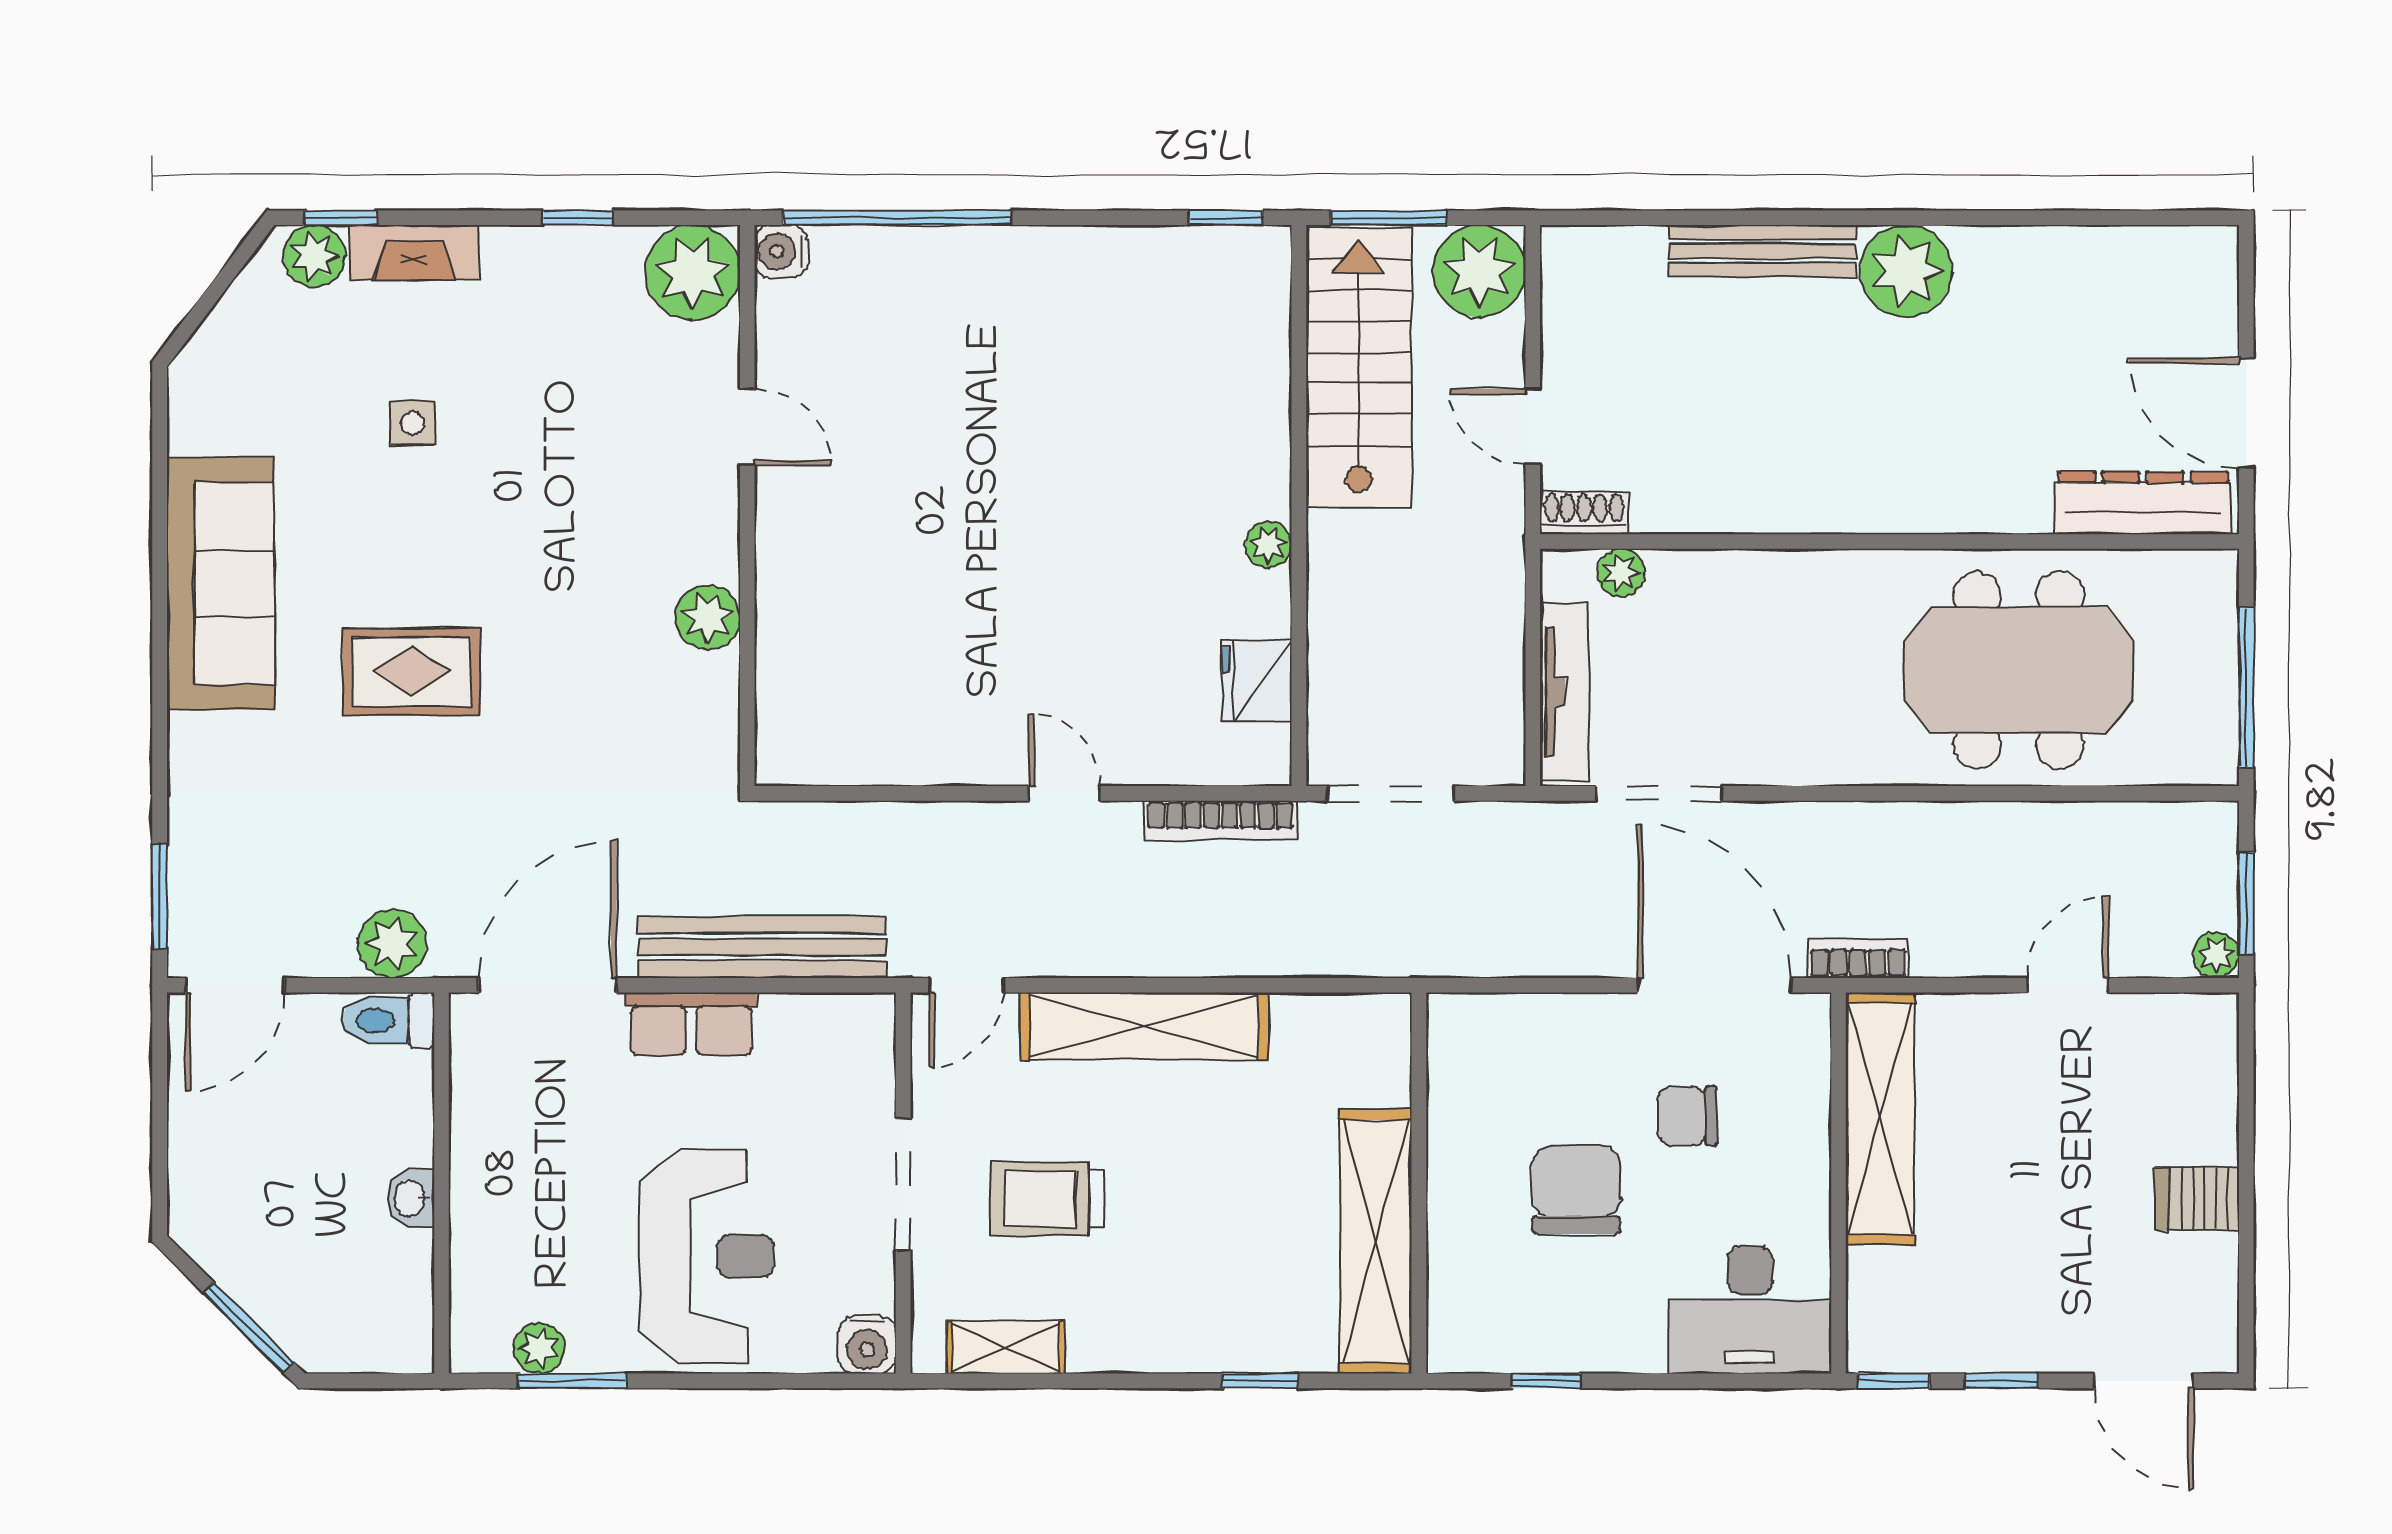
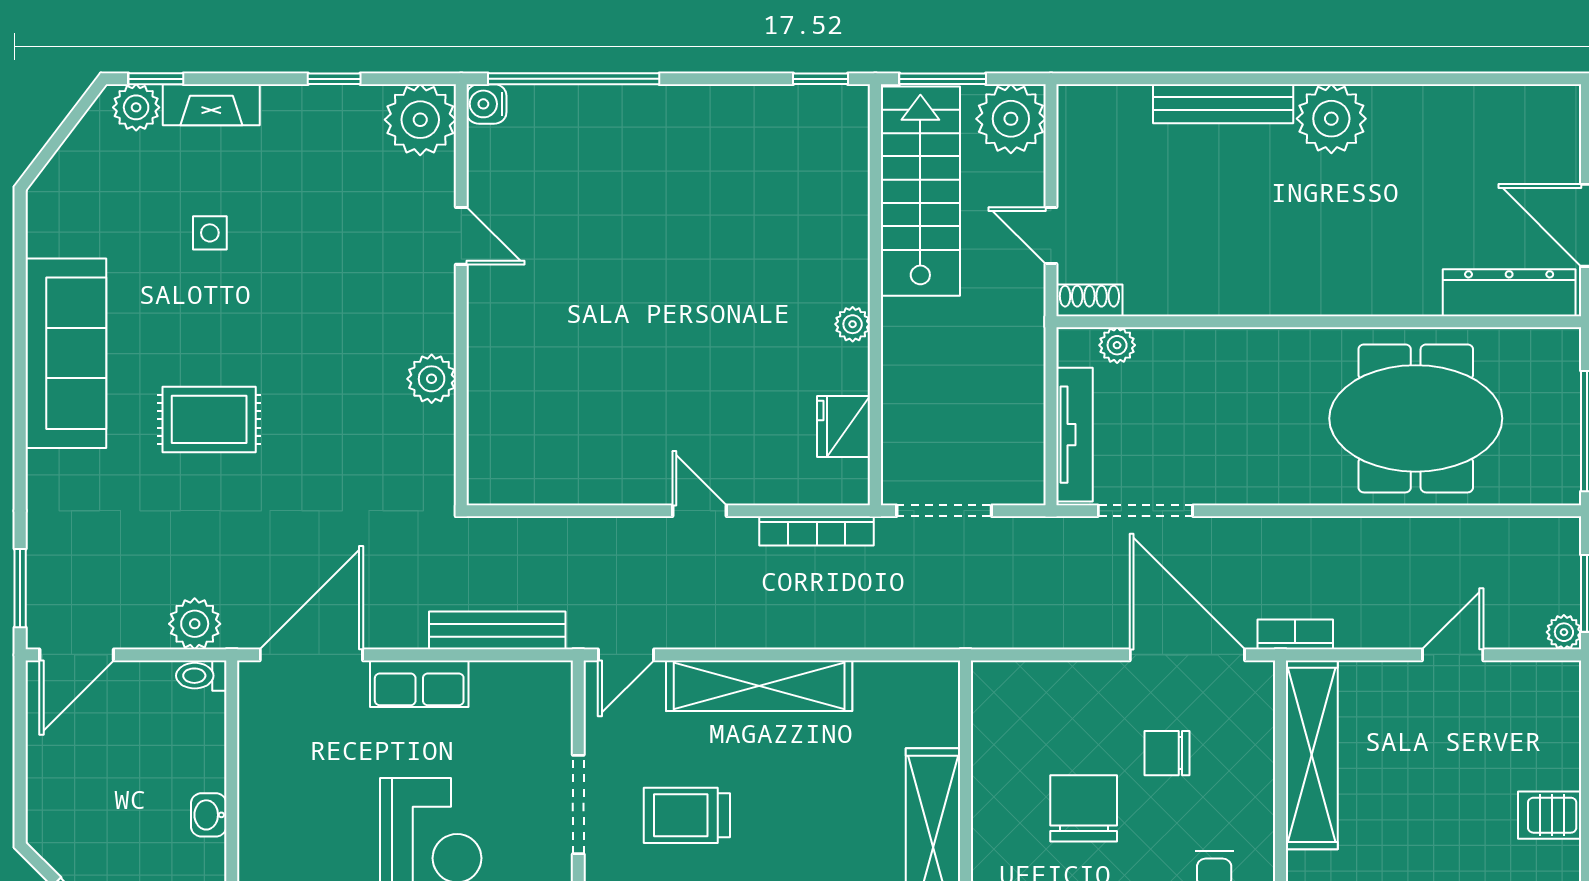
bench: (762, 947) -> (497, 630), width x0.73, depth x0.82
toilet: (388, 1020) -> (201, 676), width x0.73, depth x0.72

